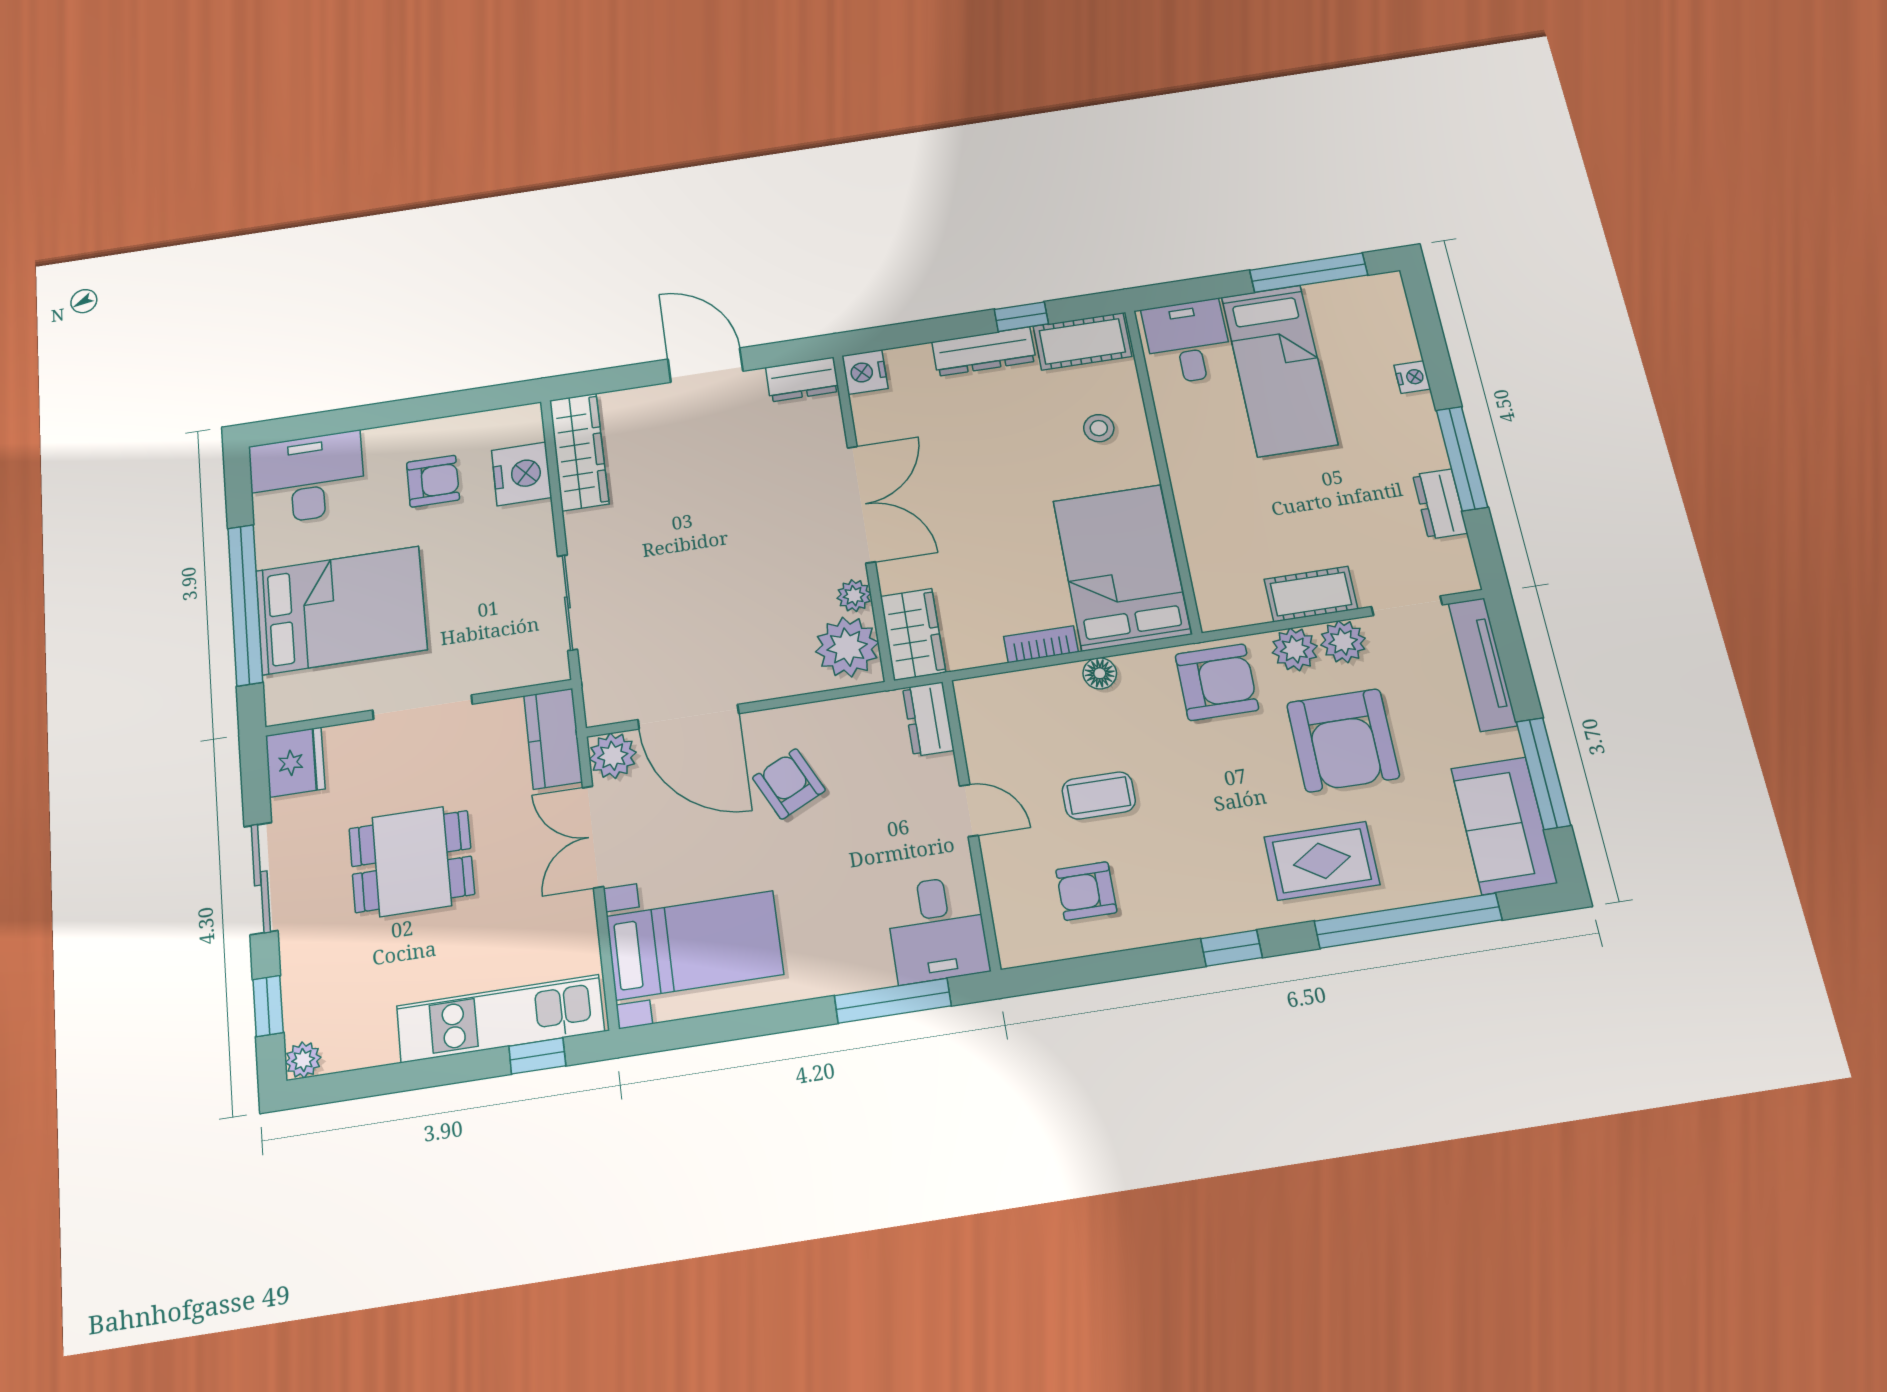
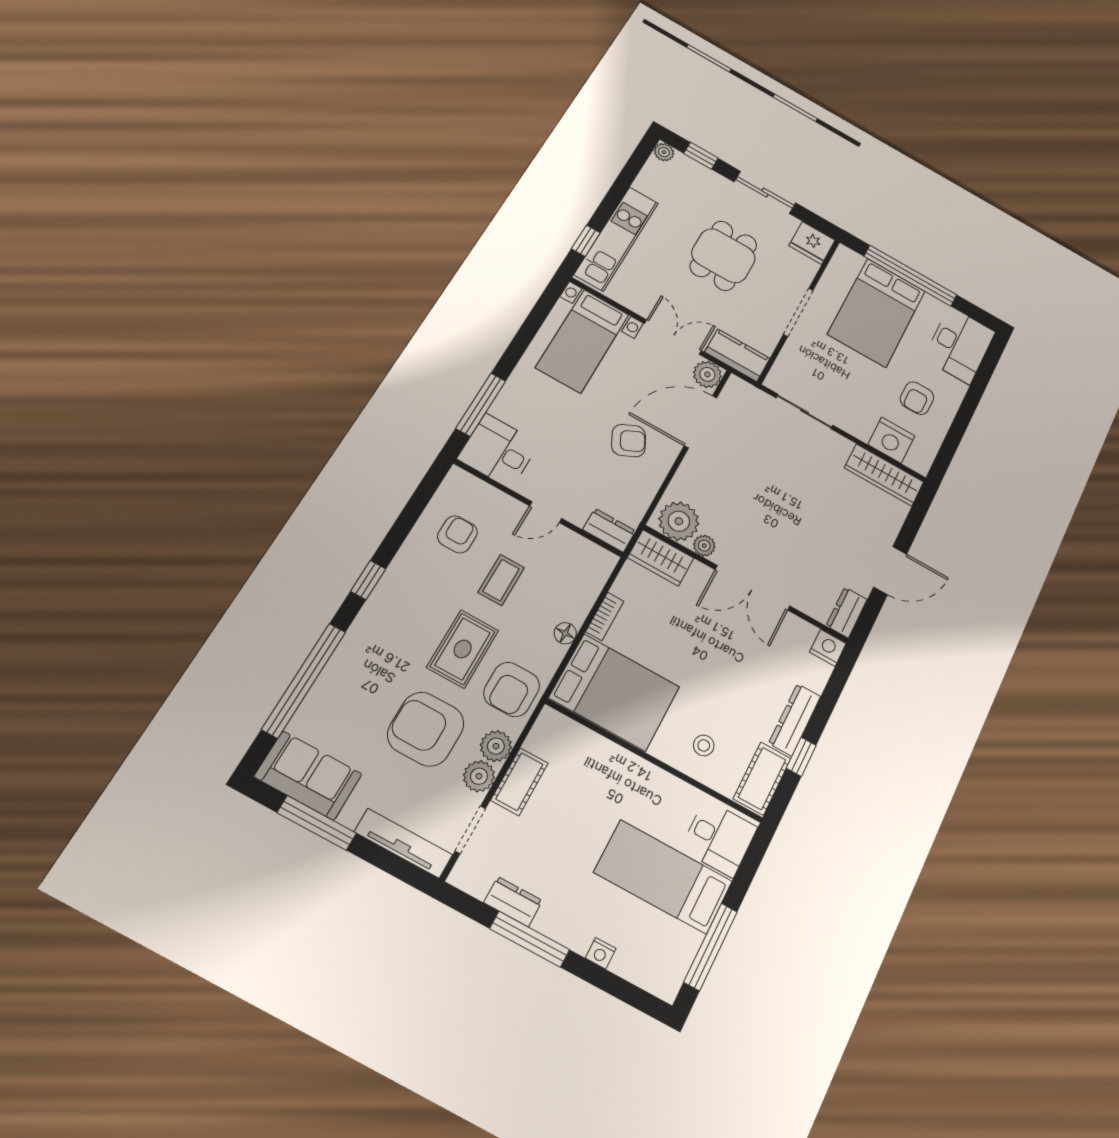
rug: (1322, 861) -> (463, 649), moved

